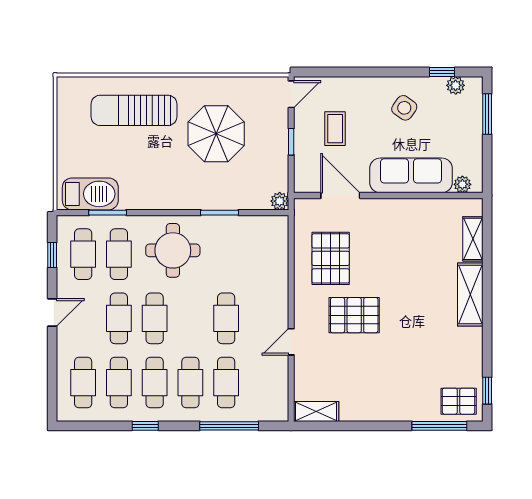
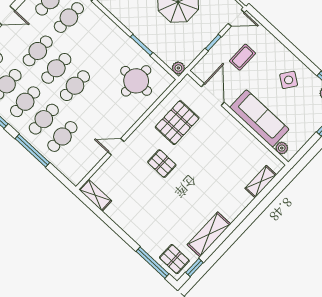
round table: (173, 250) -> (136, 81), moved
shelving: (470, 294) -> (209, 234), moved
pallet: (354, 315) -> (162, 164), width x0.67, depth x0.71
cafe table: (226, 318) -> (75, 86), moved
window: (229, 426) -> (32, 151), moved

